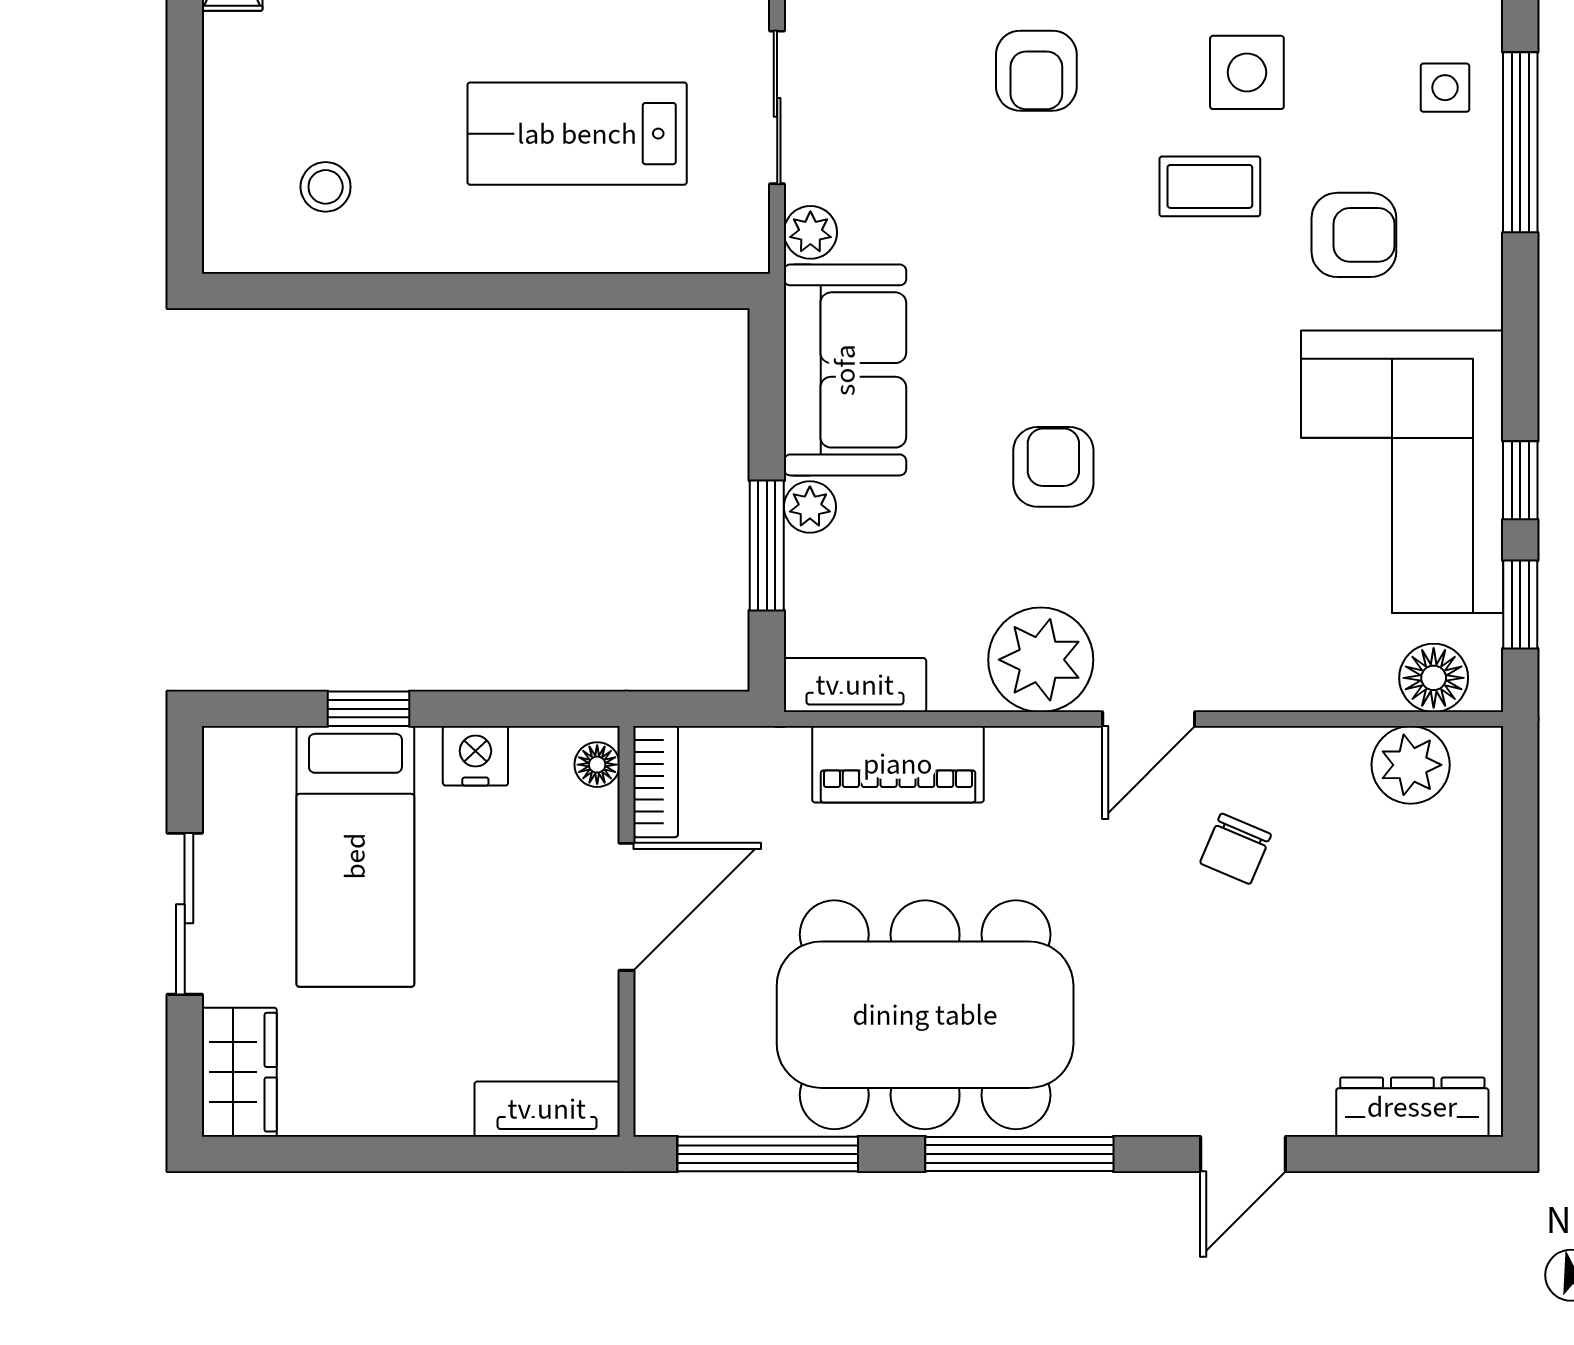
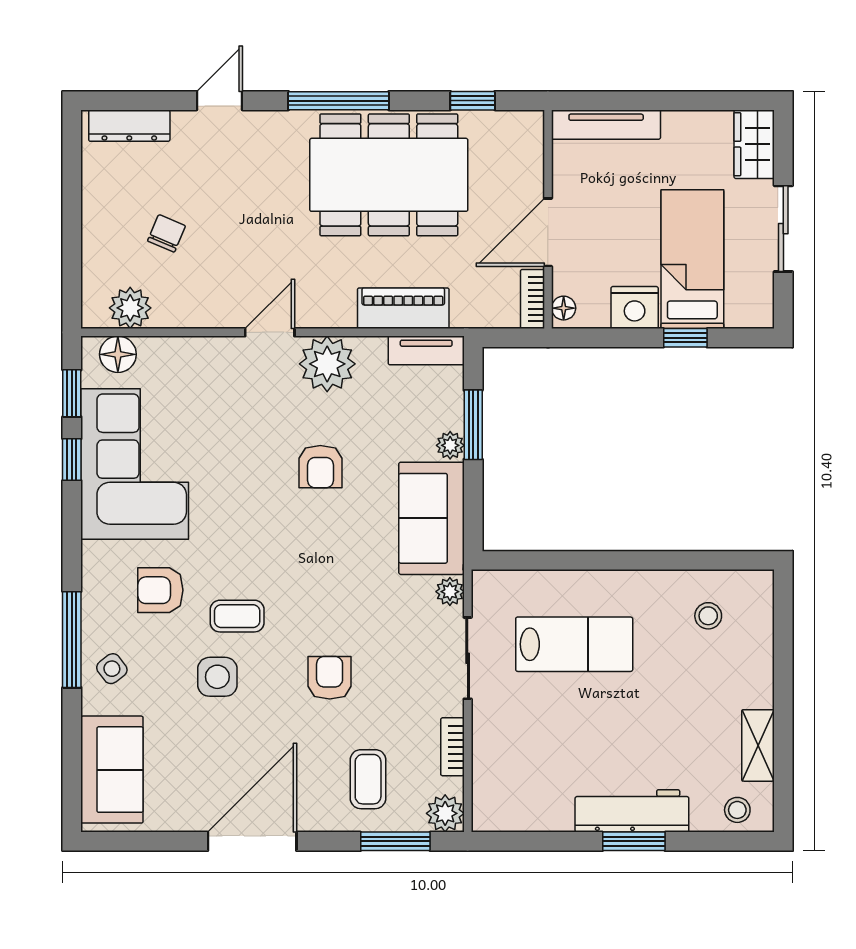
side table: (1445, 88) -> (112, 669), turned -38
nightstand: (475, 756) -> (635, 308), width x1.36, depth x1.33
chair: (1236, 849) -> (166, 233), moved
tv unit: (547, 1109) -> (606, 125), width x1.41
window: (768, 1154) -> (473, 101), width x0.46

